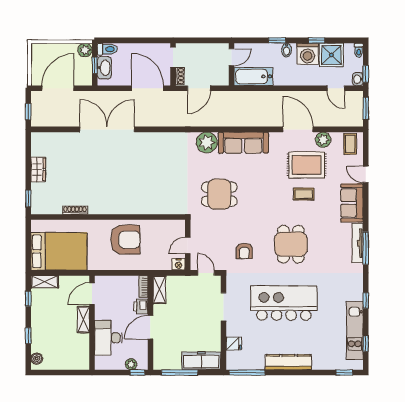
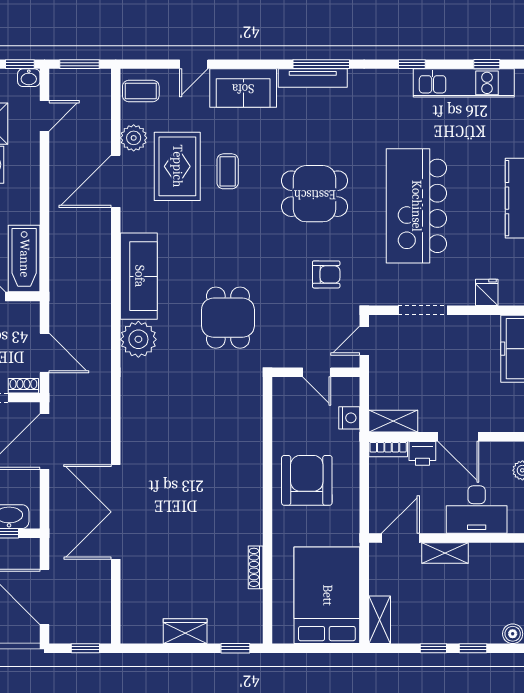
nightstand: (179, 264) -> (349, 418), moved
door: (92, 294) -> (400, 538), swing flipped
window: (28, 299) -> (433, 648), moved

